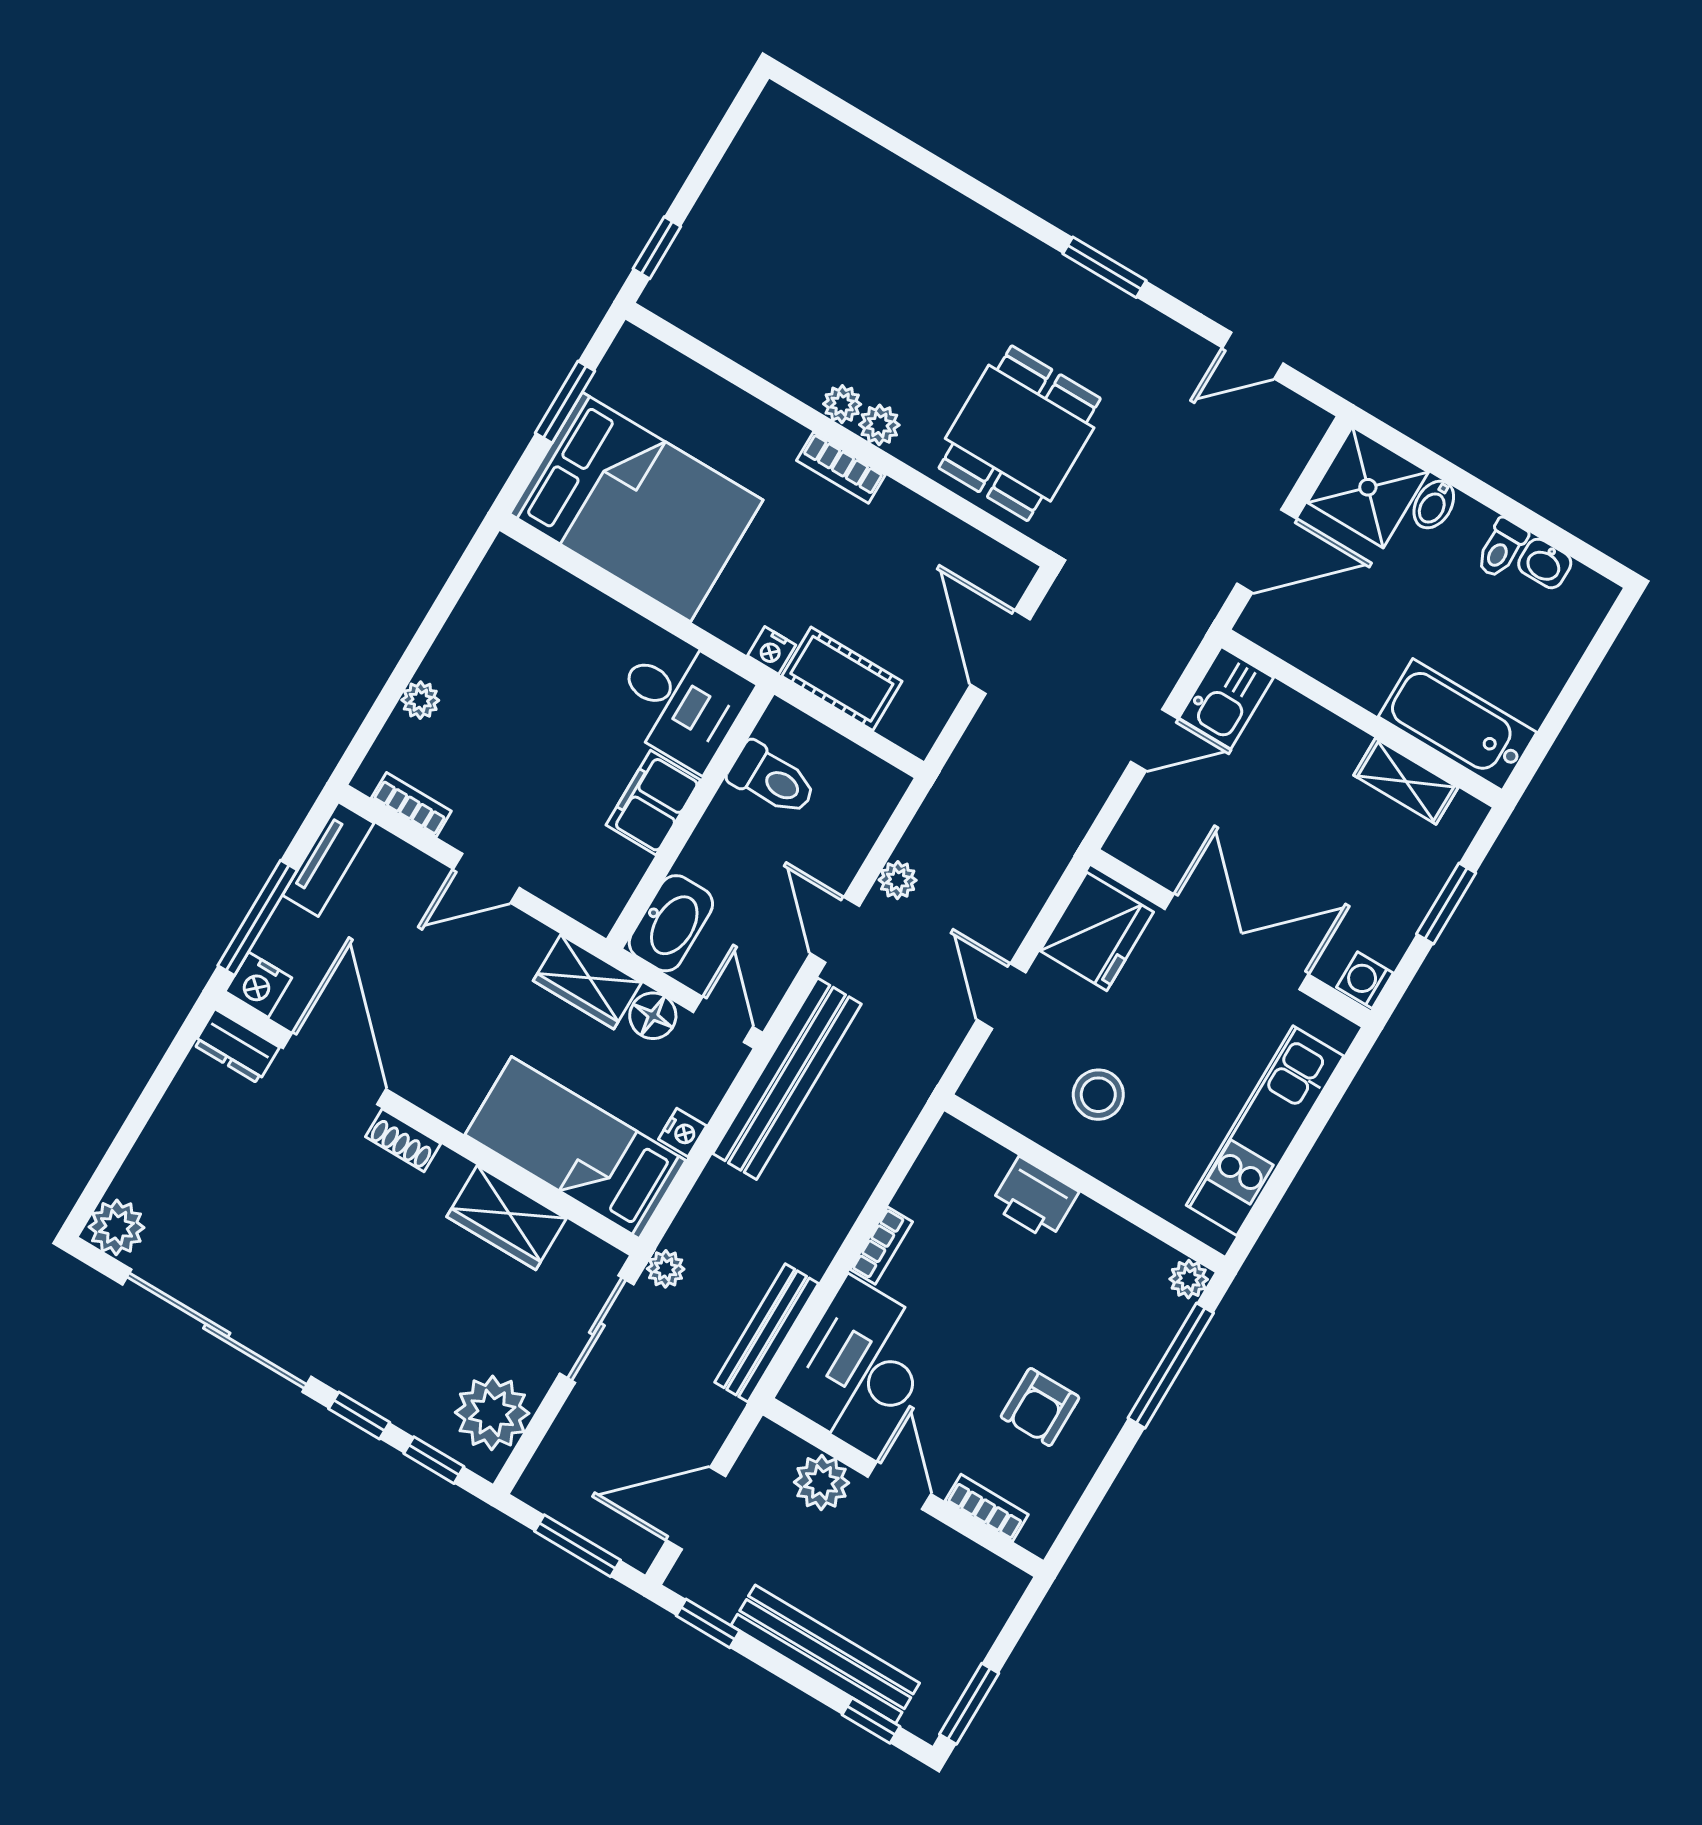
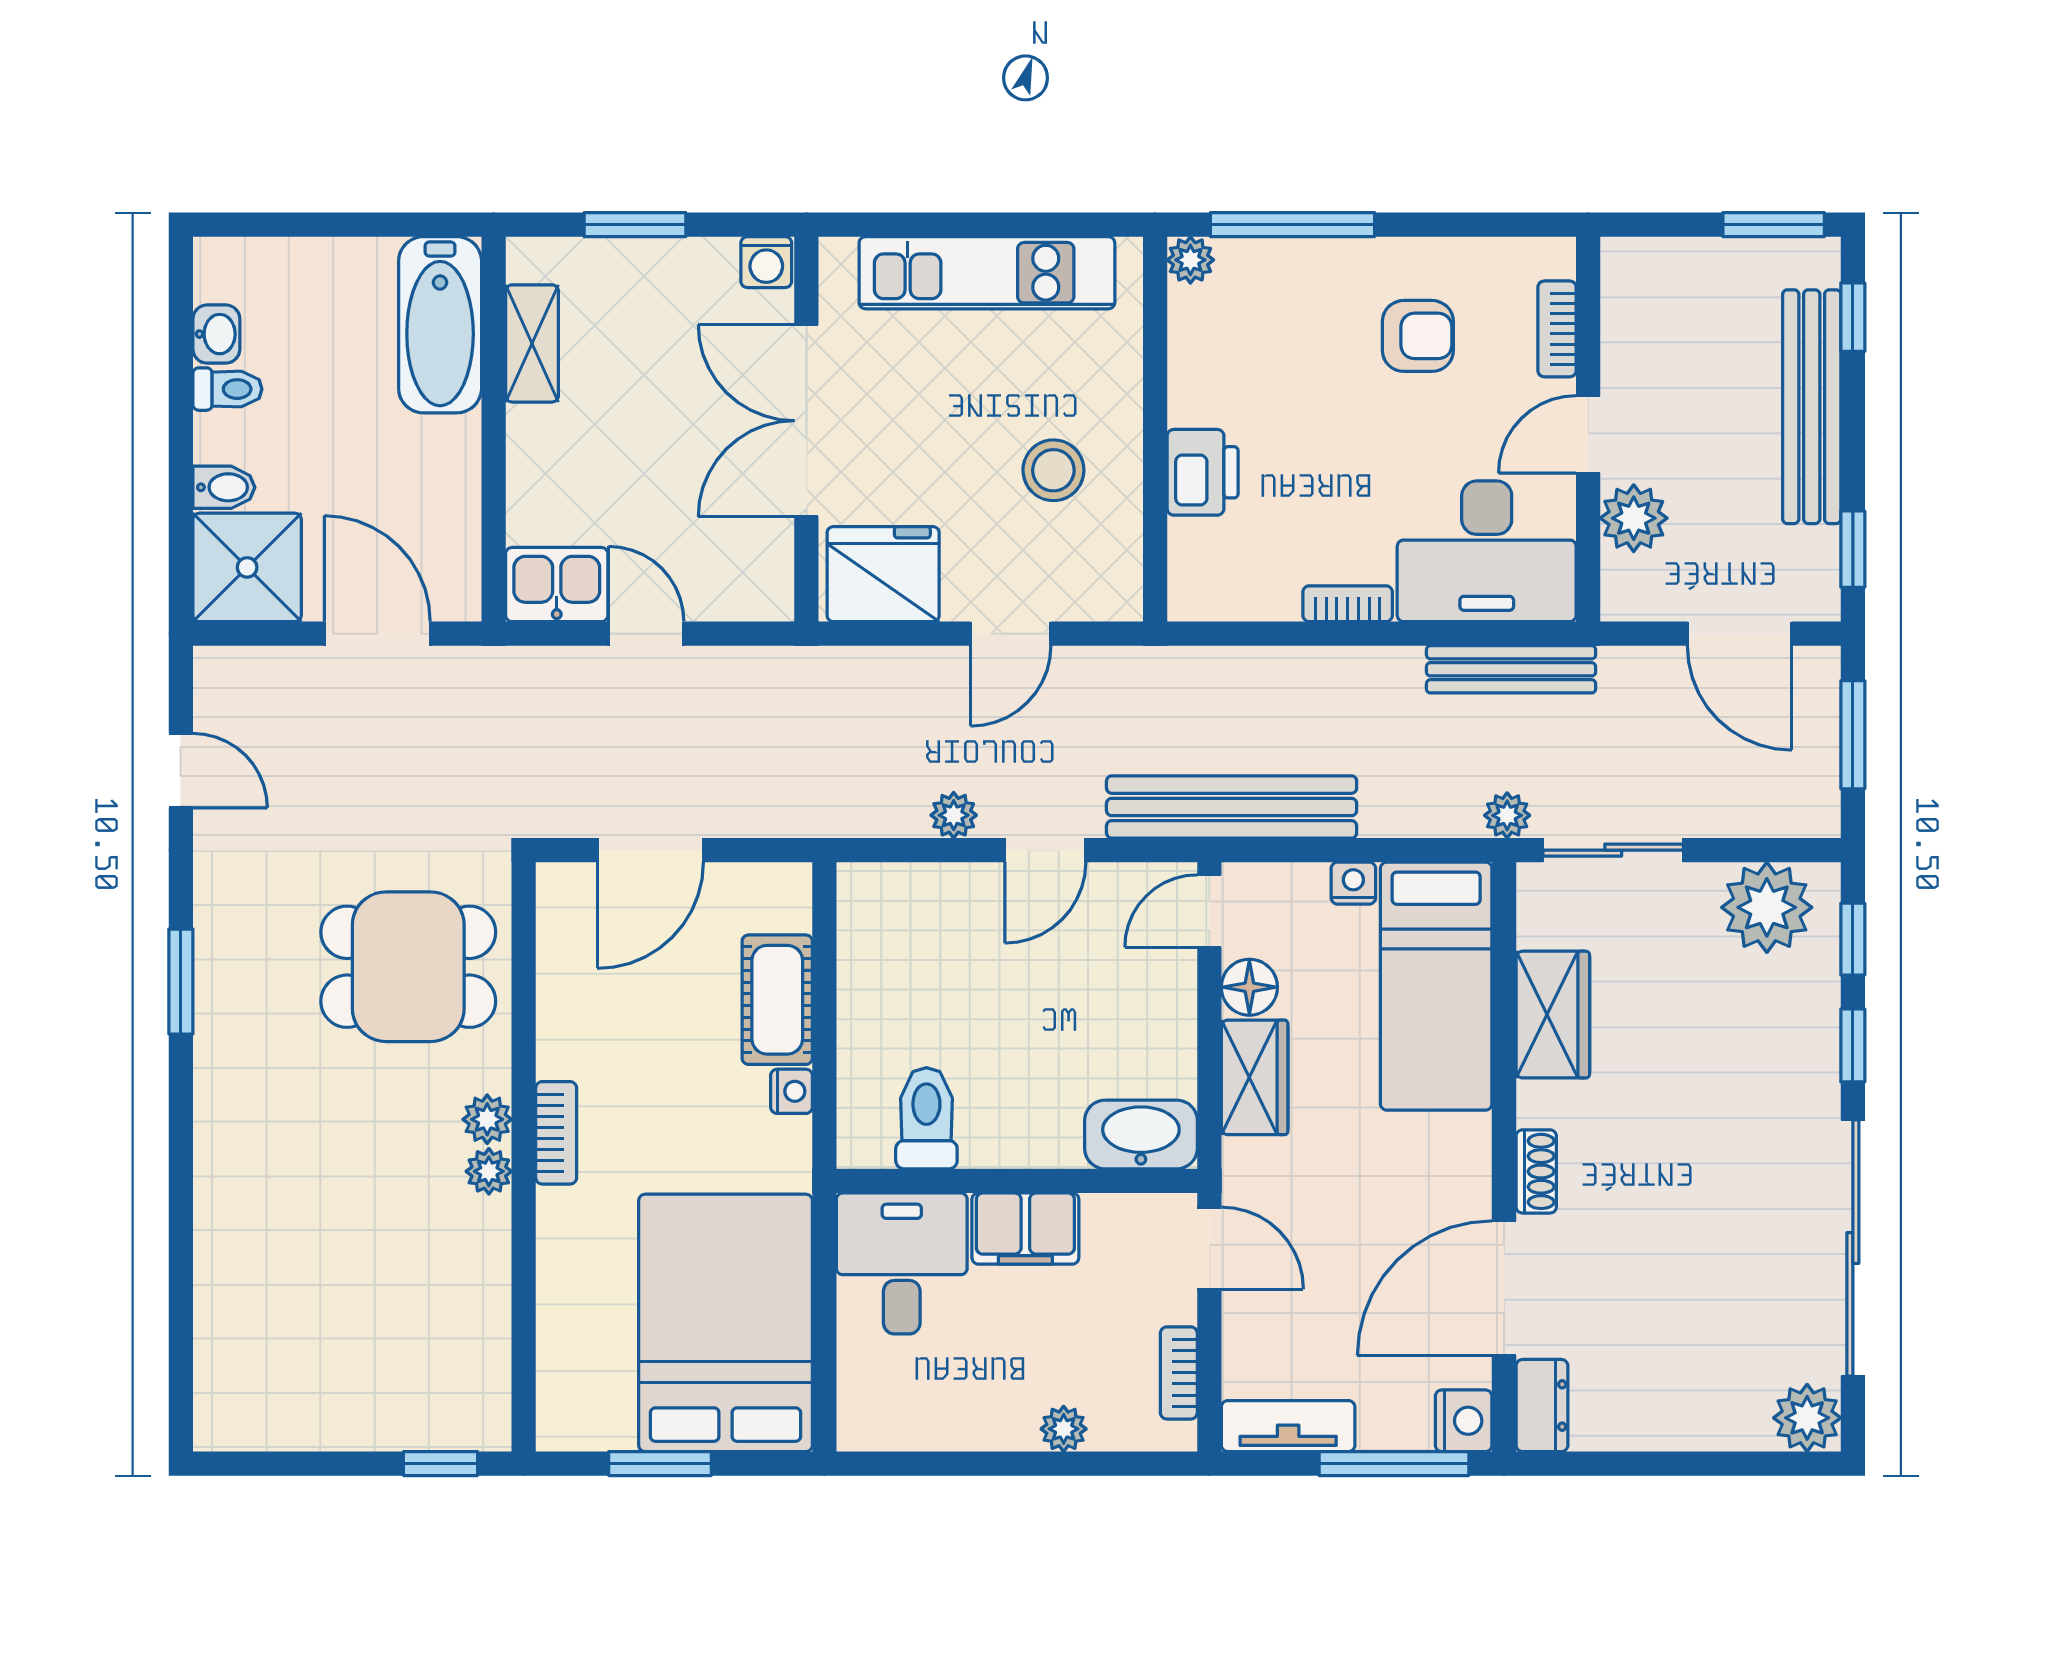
desk: (680, 701) -> (902, 1263), moved
toilet: (772, 779) -> (926, 1118), moved
filing cabinet: (653, 803) -> (1025, 1229), moved
wall: (690, 817) -> (1017, 1181), moved
washbasin: (671, 923) -> (1141, 1134), moved

